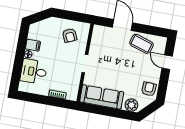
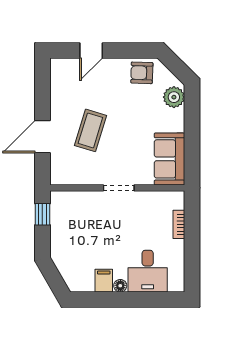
window: (78, 17) -> (42, 214), added
armchair: (70, 35) -> (76, 222), removed
coffee table: (141, 44) -> (90, 130), moved
sofa: (102, 97) -> (169, 159), width x0.73

